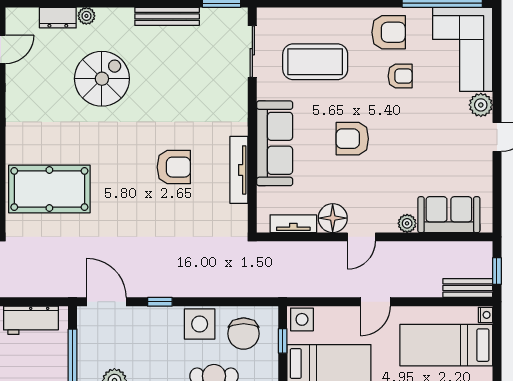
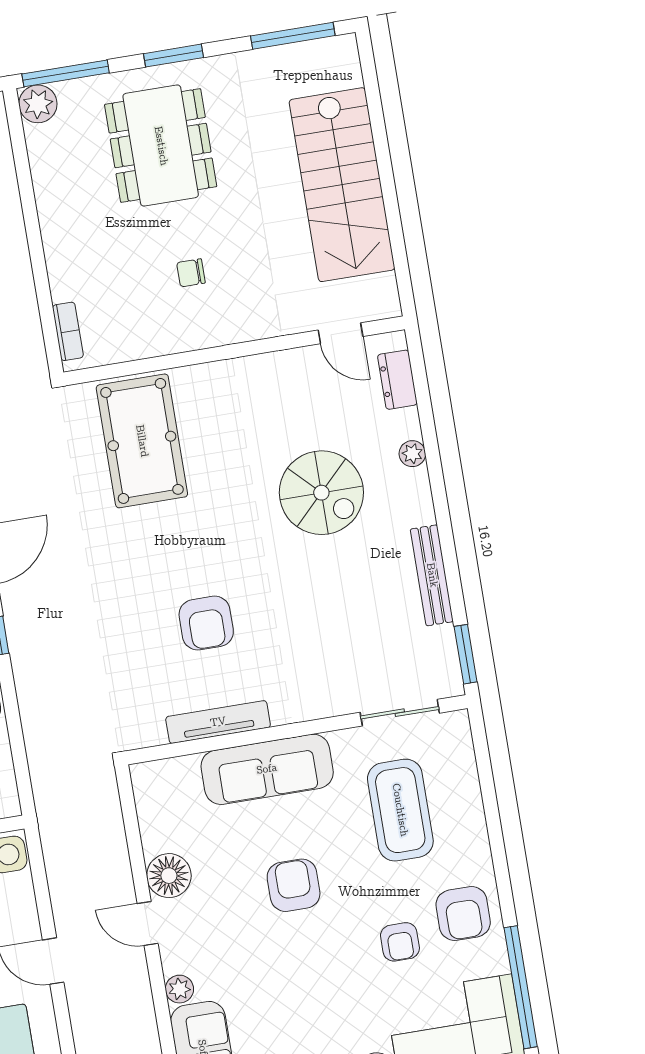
dresser: (58, 18) -> (397, 380), moved
tv unit: (293, 224) -> (151, 817), removed

